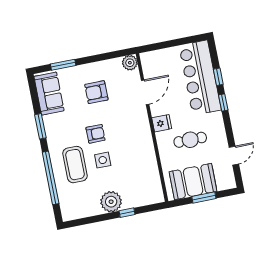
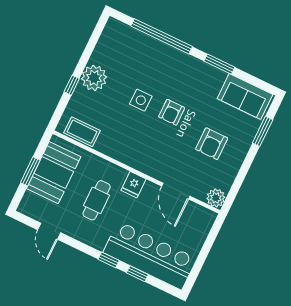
armchair: (96, 92) -> (212, 144), turned 180
coffee table: (75, 165) -> (82, 132), moved, width x0.73, depth x0.76

